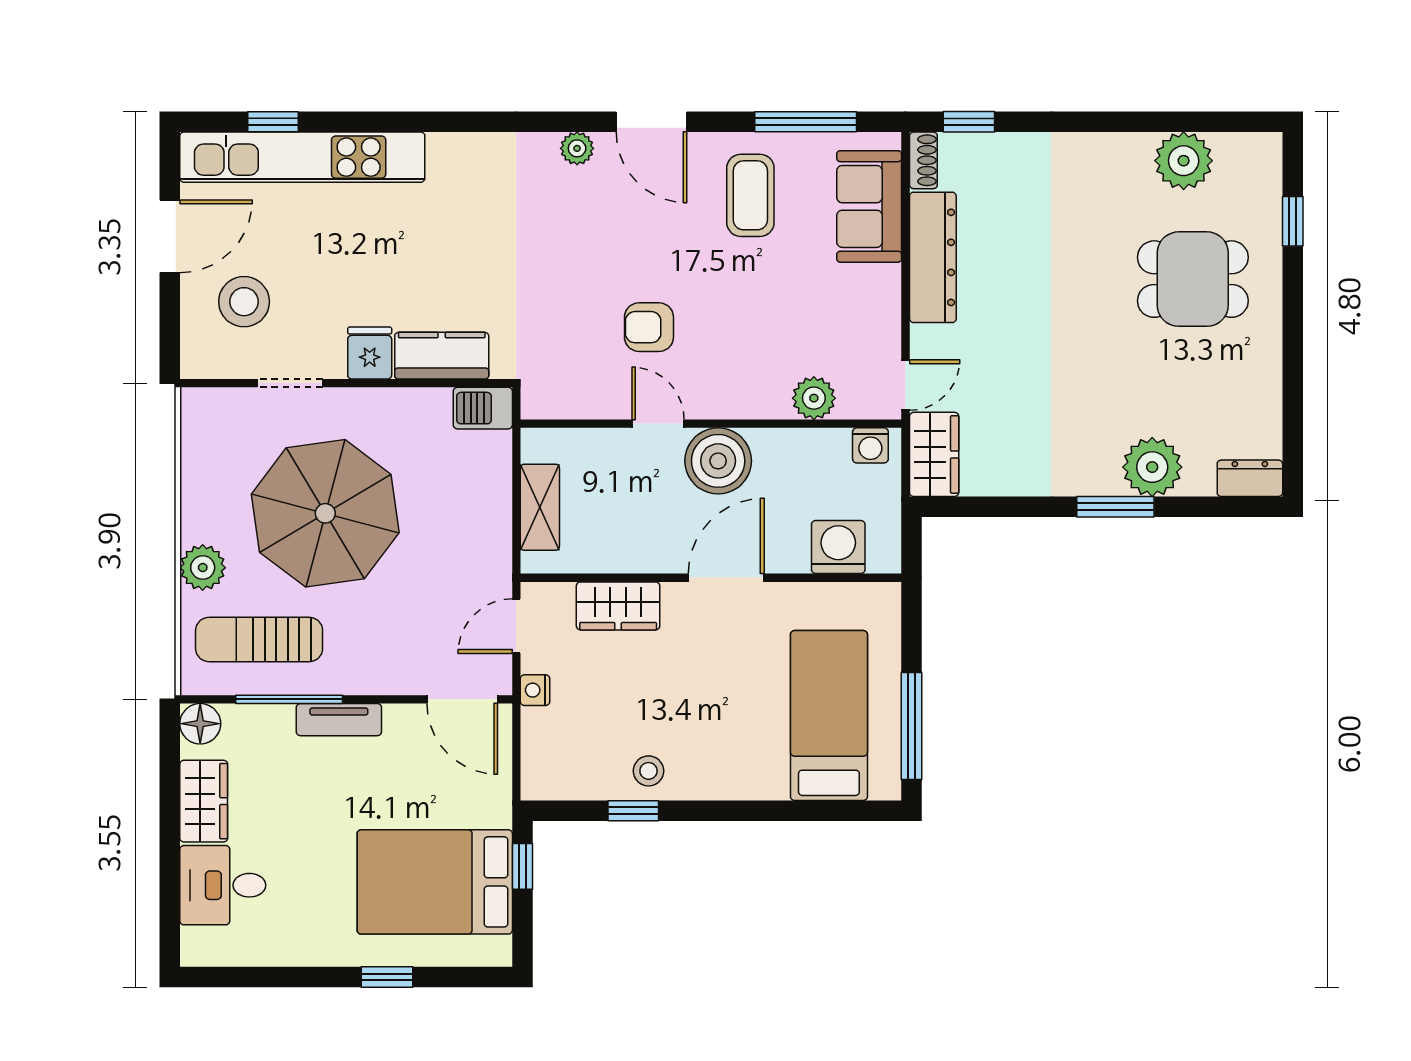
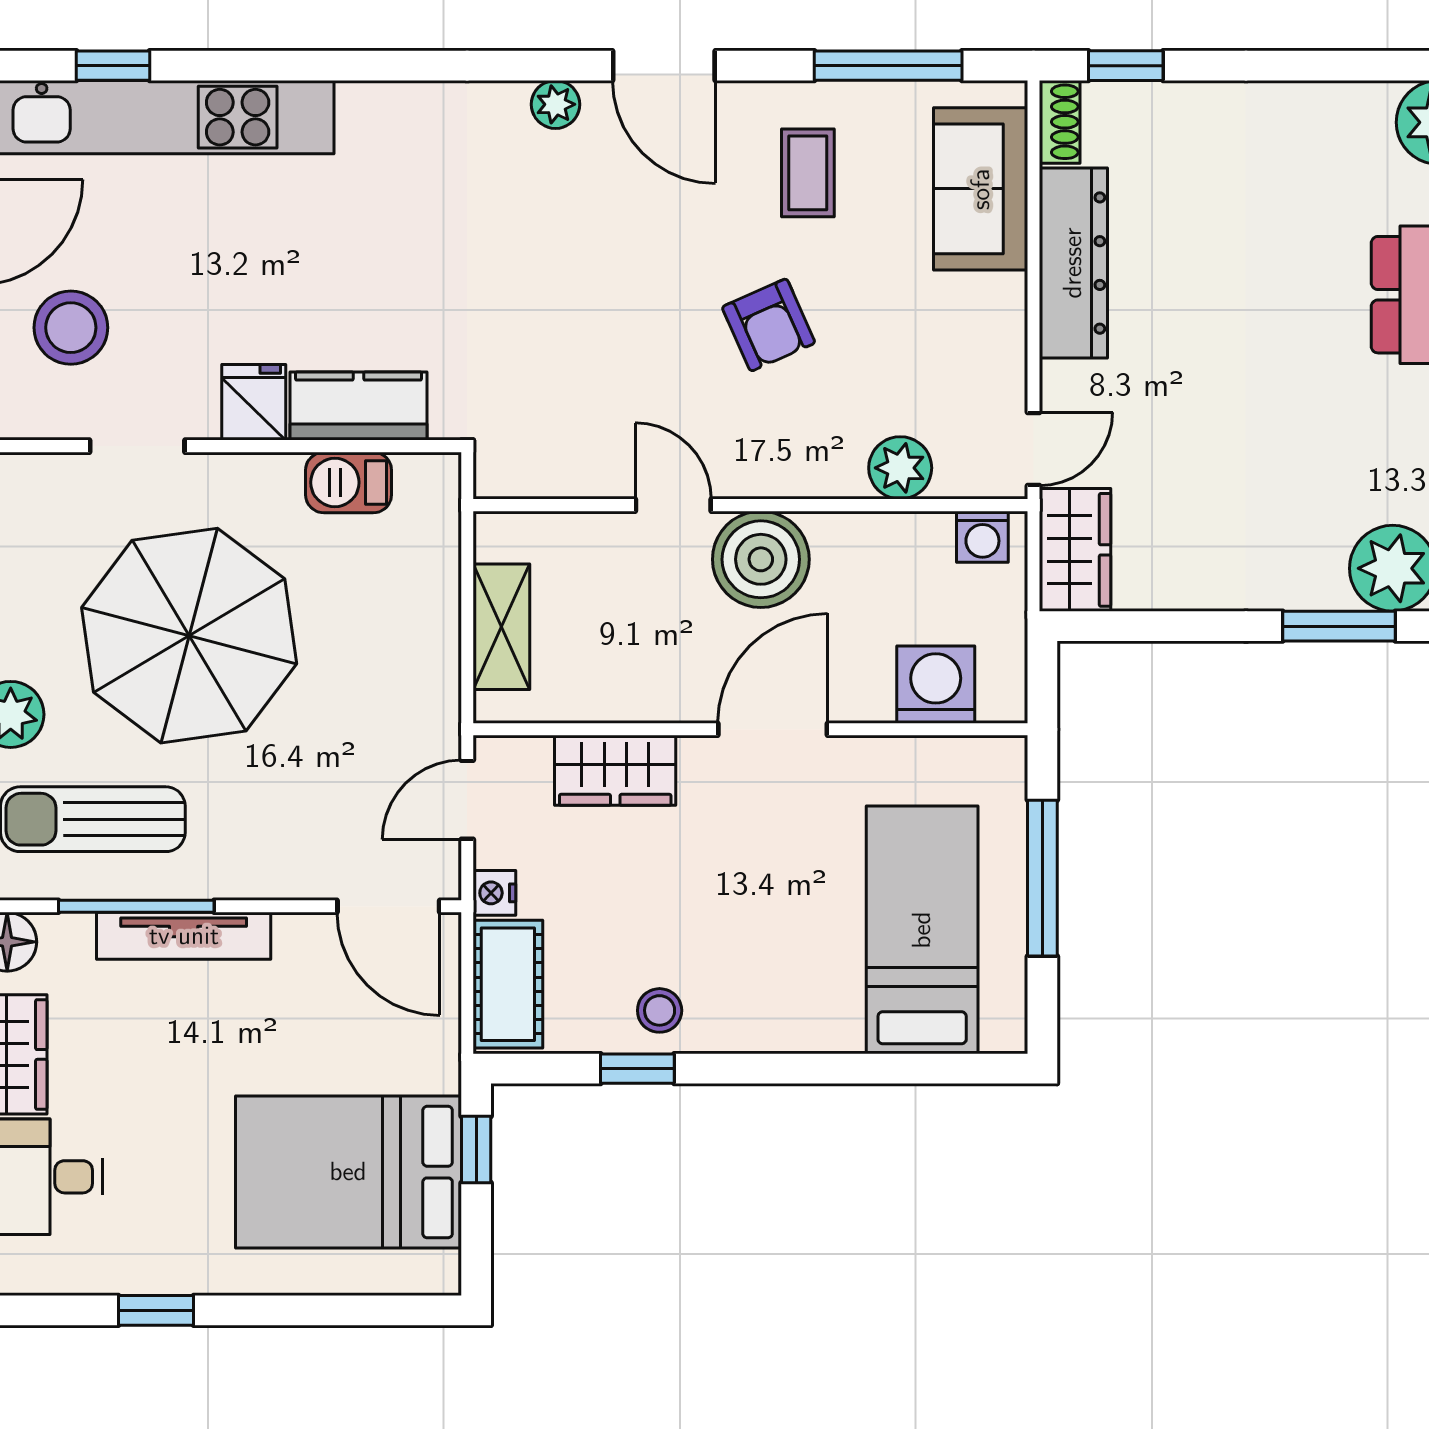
coffee table: (750, 195) -> (808, 173), width x0.73, depth x0.77
armchair: (649, 327) -> (769, 325), moved, turned -114
barbecue: (483, 408) -> (349, 482), moved
tv unit: (339, 720) -> (184, 936), width x1.41
window: (912, 726) -> (1042, 878), moved
cot: (544, 753) -> (508, 984), added
window: (387, 977) -> (156, 1310), moved

